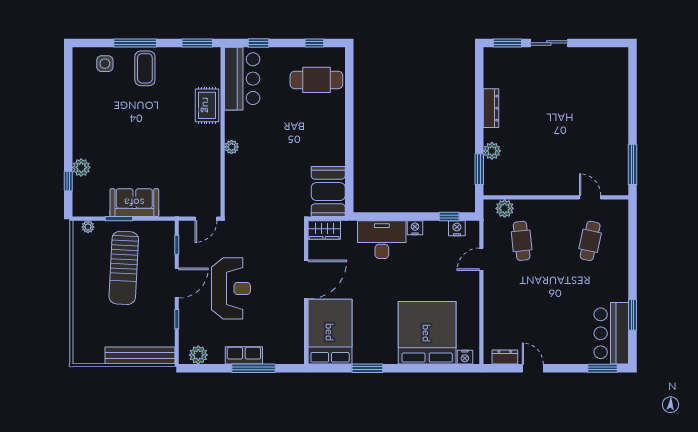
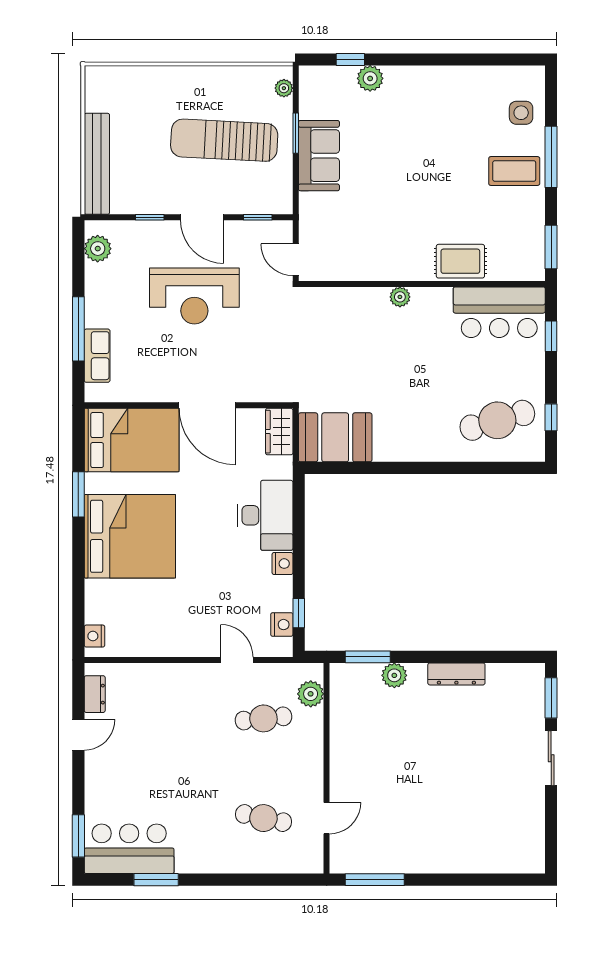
cafe table: (316, 80) -> (497, 420), turned 74
bed: (427, 333) -> (130, 536), moved
row of seats: (244, 355) -> (97, 356), moved

